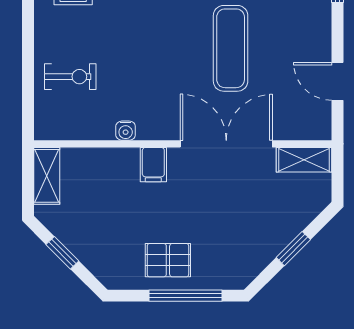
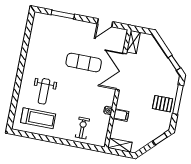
filing cabinet: (153, 165) -> (121, 115), moved
window: (293, 249) -> (174, 63), moved
window: (62, 253) -> (160, 139), moved
pallet: (168, 260) -> (163, 104), turned 90

